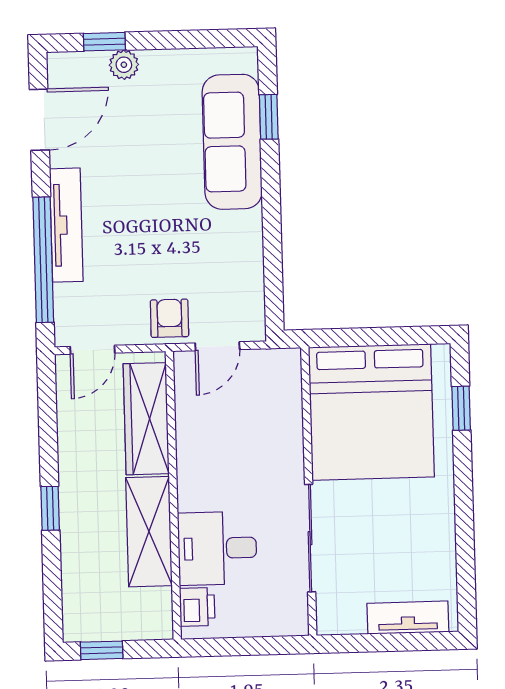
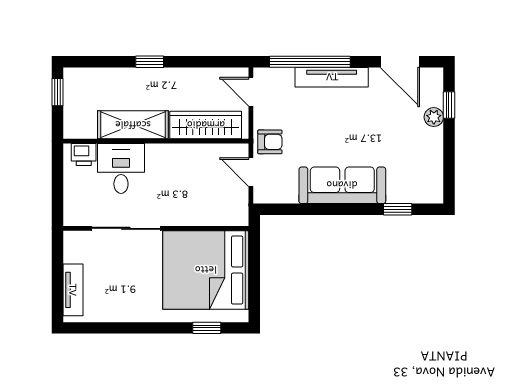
sofa: (232, 142) -> (342, 185), moved

